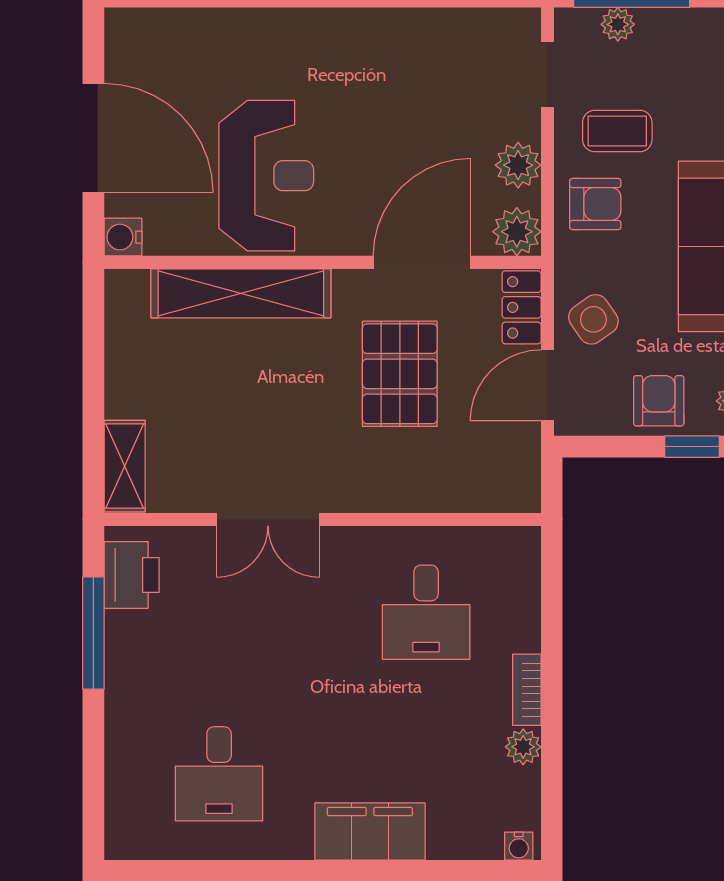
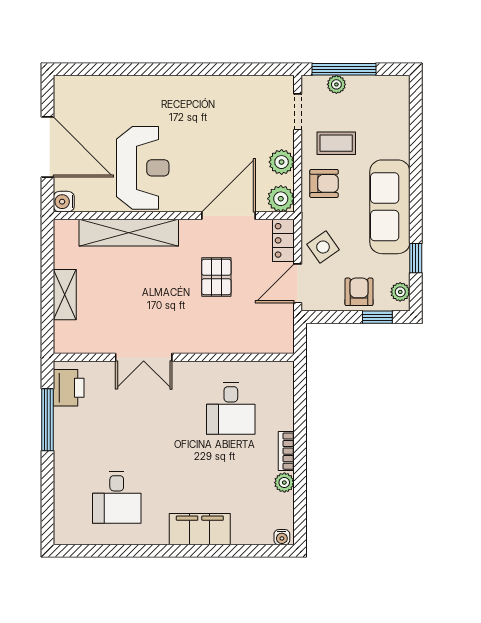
pallet: (400, 374) -> (216, 277), width x0.67, depth x0.71
shelving: (125, 466) -> (65, 295), moved

